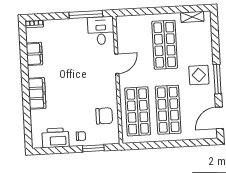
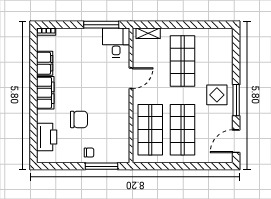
shelving: (192, 17) -> (148, 33), moved
filing cabinet: (37, 93) -> (45, 93), moved
chair: (104, 116) -> (79, 119), moved
printer: (56, 138) -> (47, 137), moved, turned 90
window: (93, 148) -> (101, 166), width x1.44

